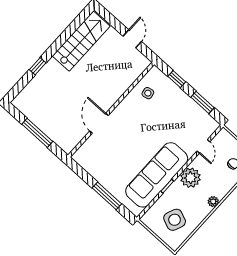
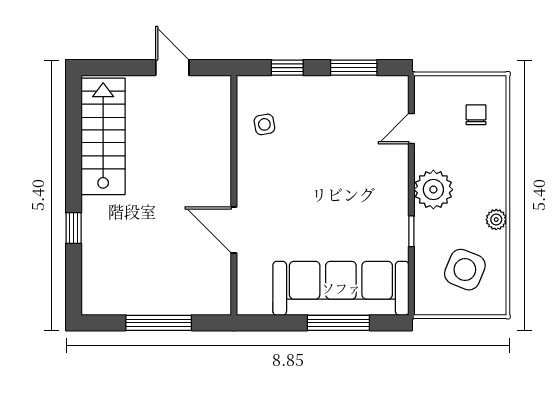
door: (203, 146) -> (411, 128), swing flipped
sofa: (157, 175) -> (341, 288), moved, turned 90
plant: (213, 202) -> (496, 220), moved

